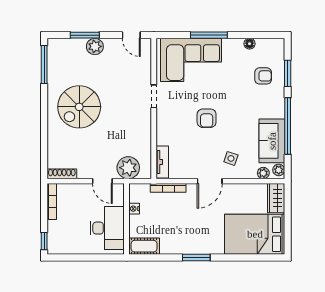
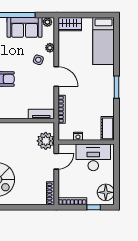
plant: (263, 173) -> (50, 48), moved
bed: (255, 234) -> (104, 41), width x0.67
window: (44, 241) -> (94, 207), moved
floor lamp: (63, 244) -> (106, 192), added

